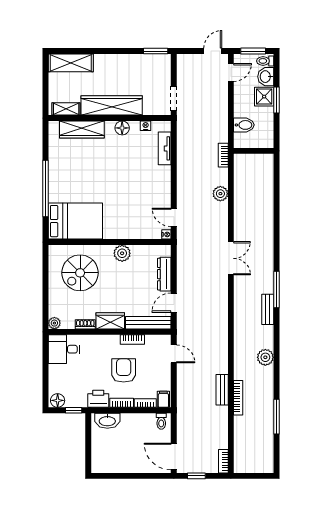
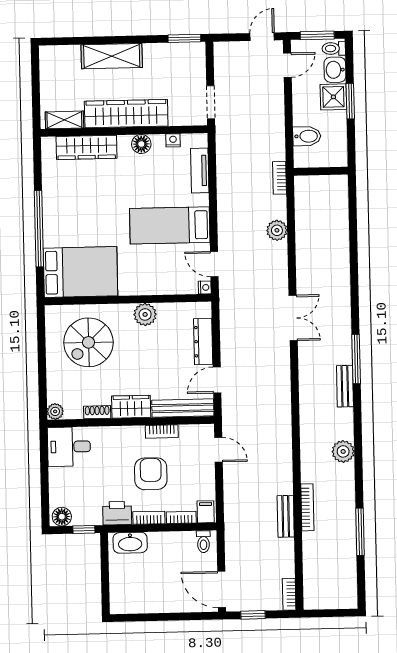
shelving: (71, 63) -> (112, 56), moved
bed: (142, 188) -> (170, 225), added
bench: (222, 390) -> (286, 516), moved

